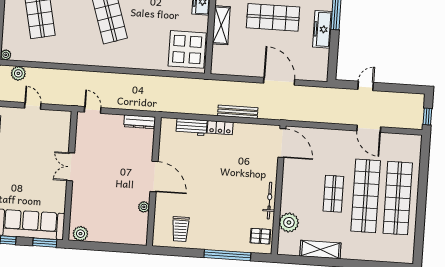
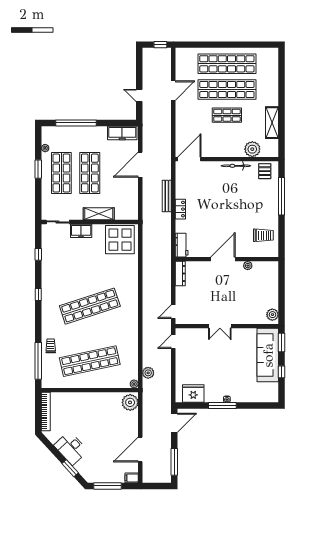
freezer: (322, 29) -> (122, 133), moved
door: (33, 106) -> (173, 342), moved
workbench: (192, 127) -> (182, 245), moved

